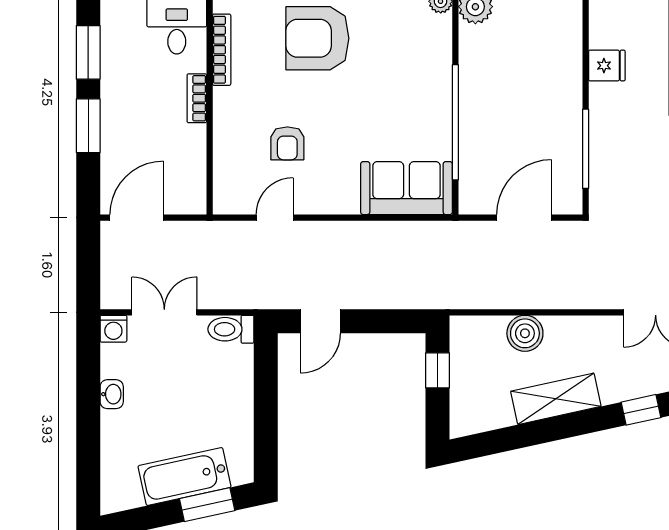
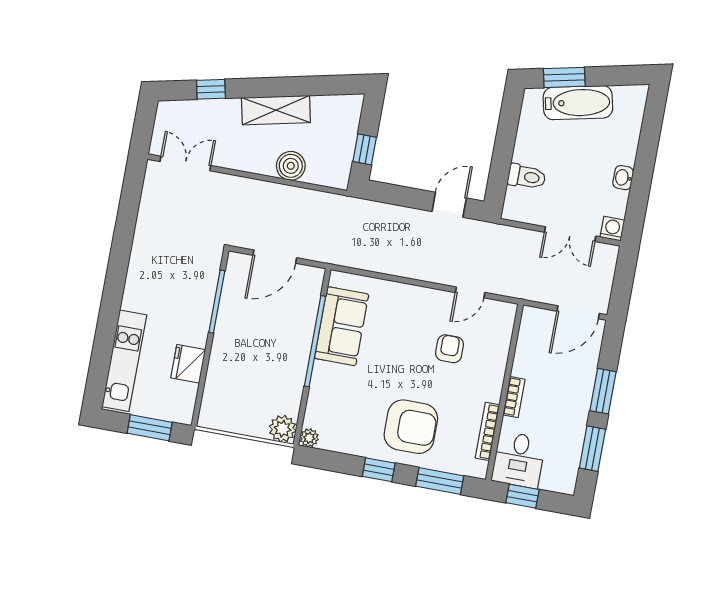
fridge: (607, 66) -> (188, 364), width x1.38
sofa: (406, 188) -> (342, 326), moved, turned -90
toilet: (231, 329) -> (527, 177), moved

